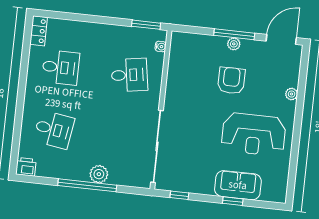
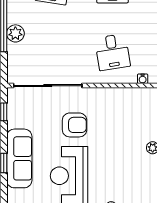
armchair: (231, 80) -> (75, 125), moved
sofa: (238, 185) -> (19, 158), width x1.36

